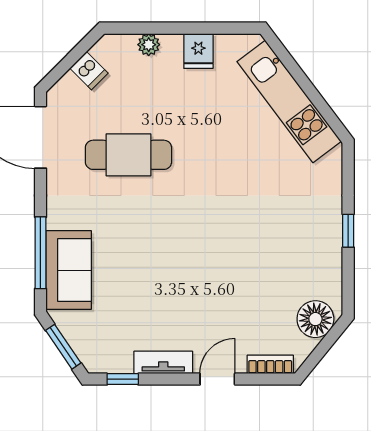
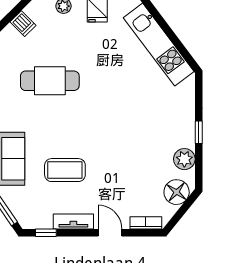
plant: (327, 270) -> (184, 159), added
coffee table: (151, 287) -> (65, 170), added
door: (217, 379) -> (110, 233), hinge flipped

